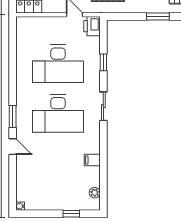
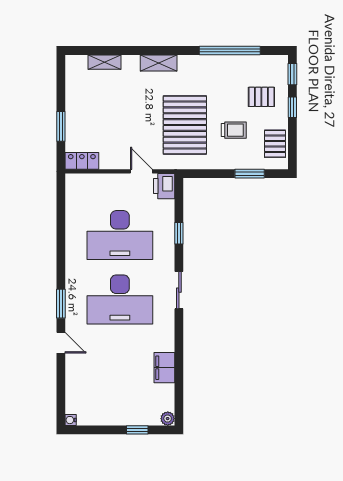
filing cabinet: (92, 160) -> (164, 368), width x2.00
plant: (95, 193) -> (168, 419), moved

